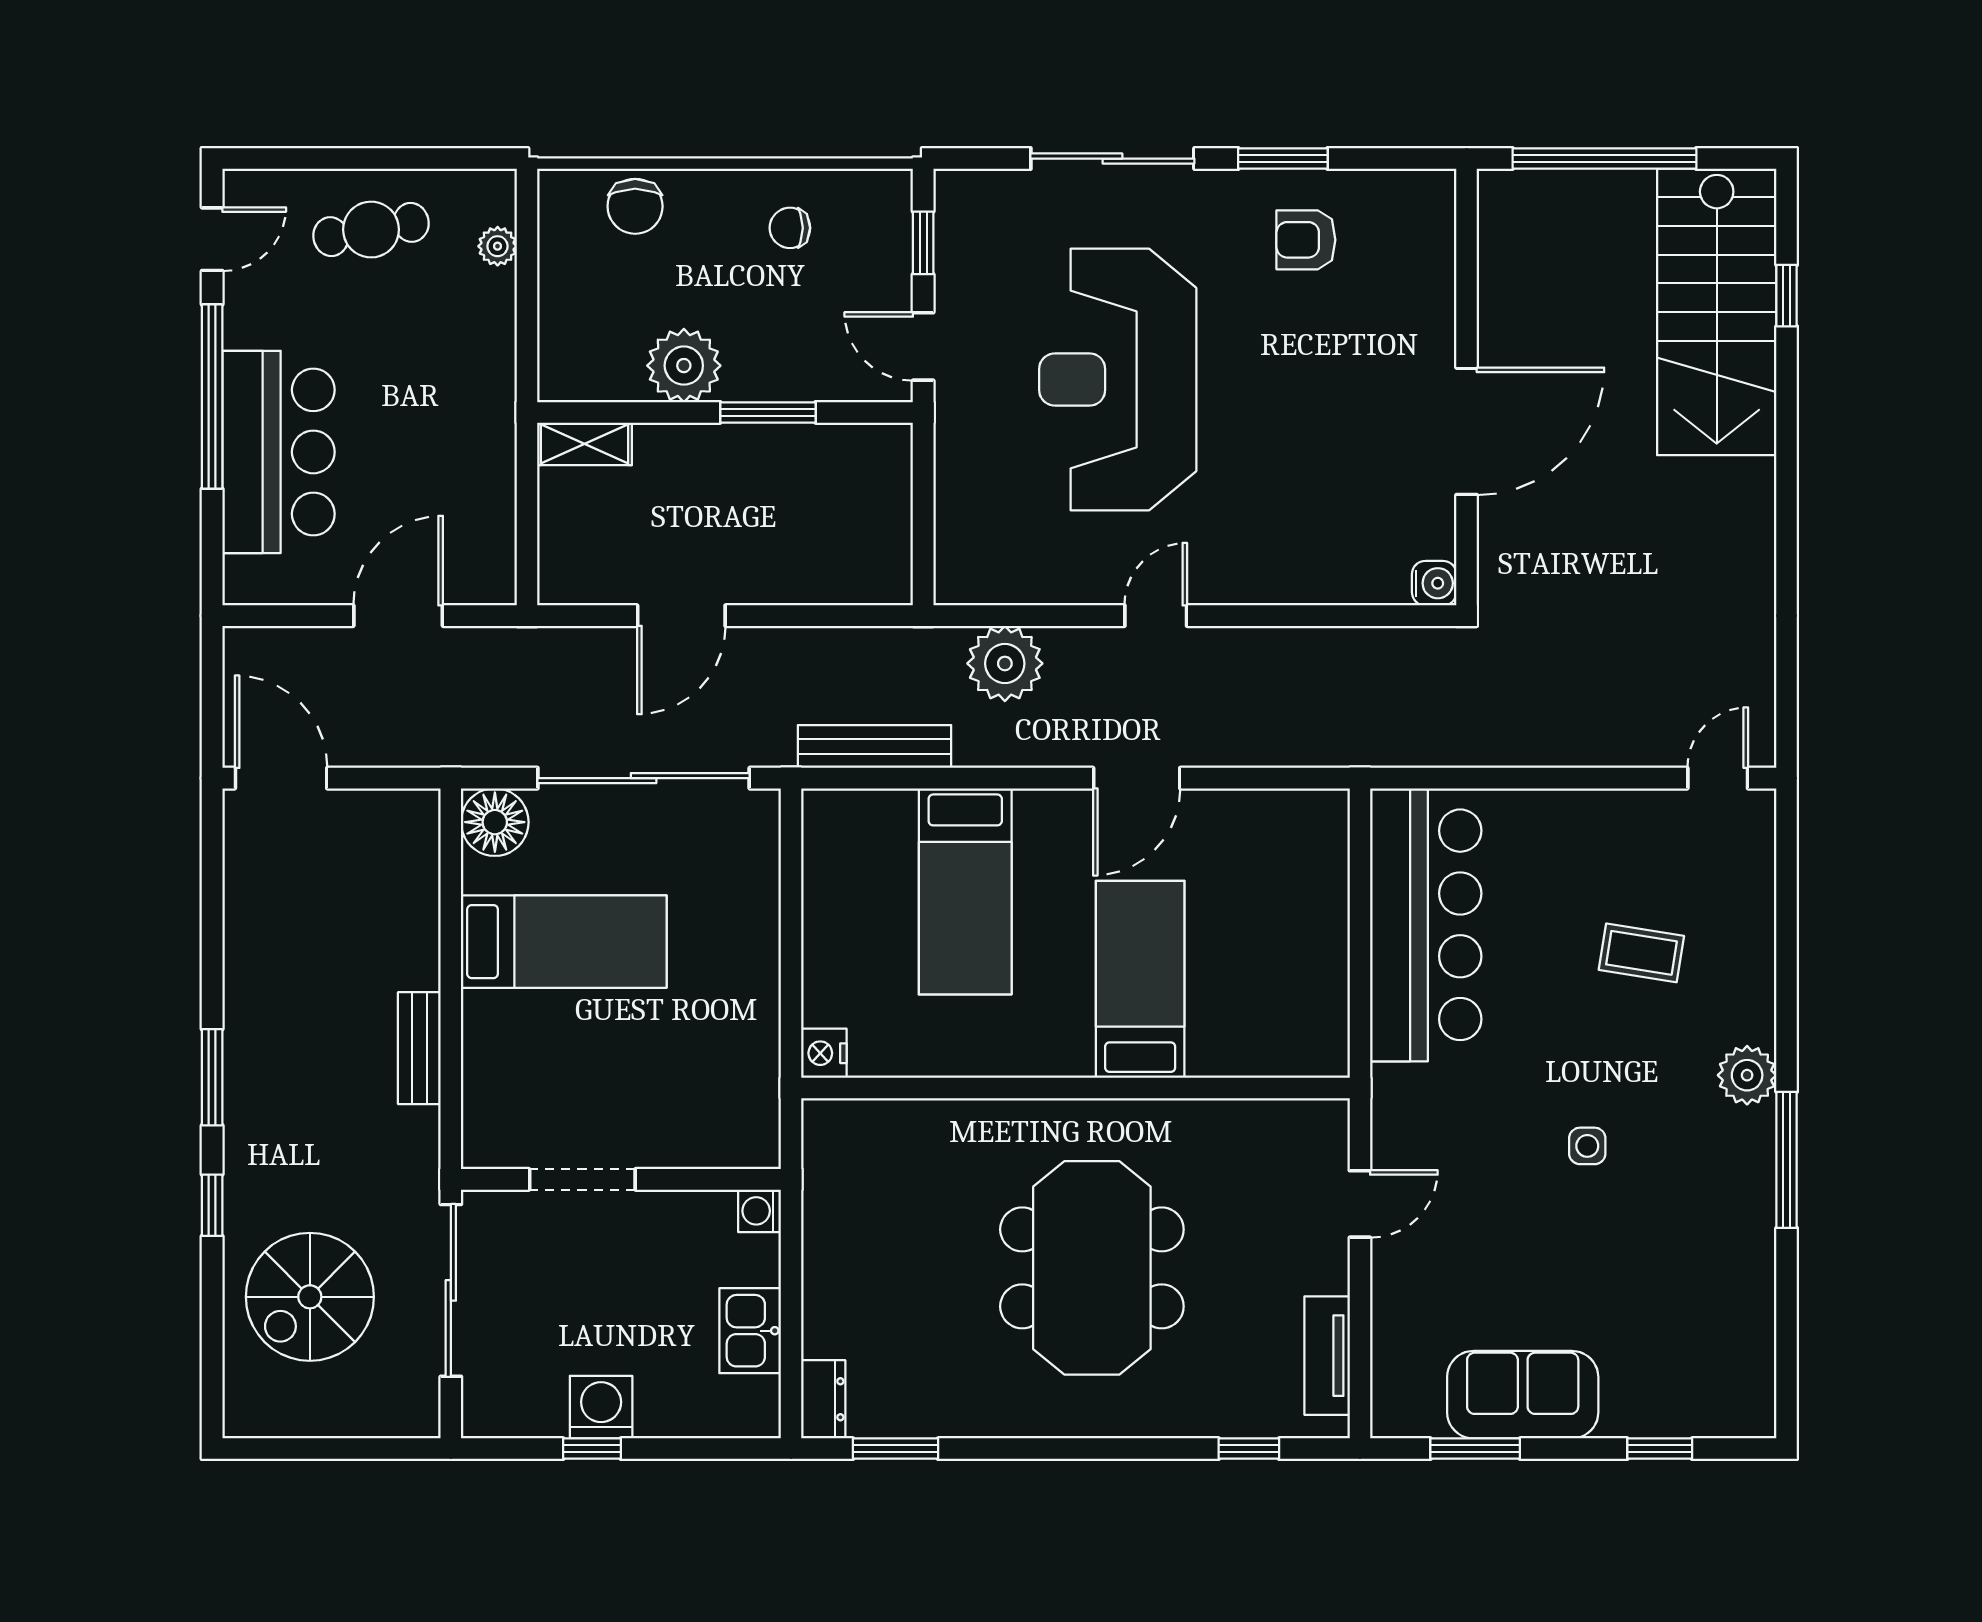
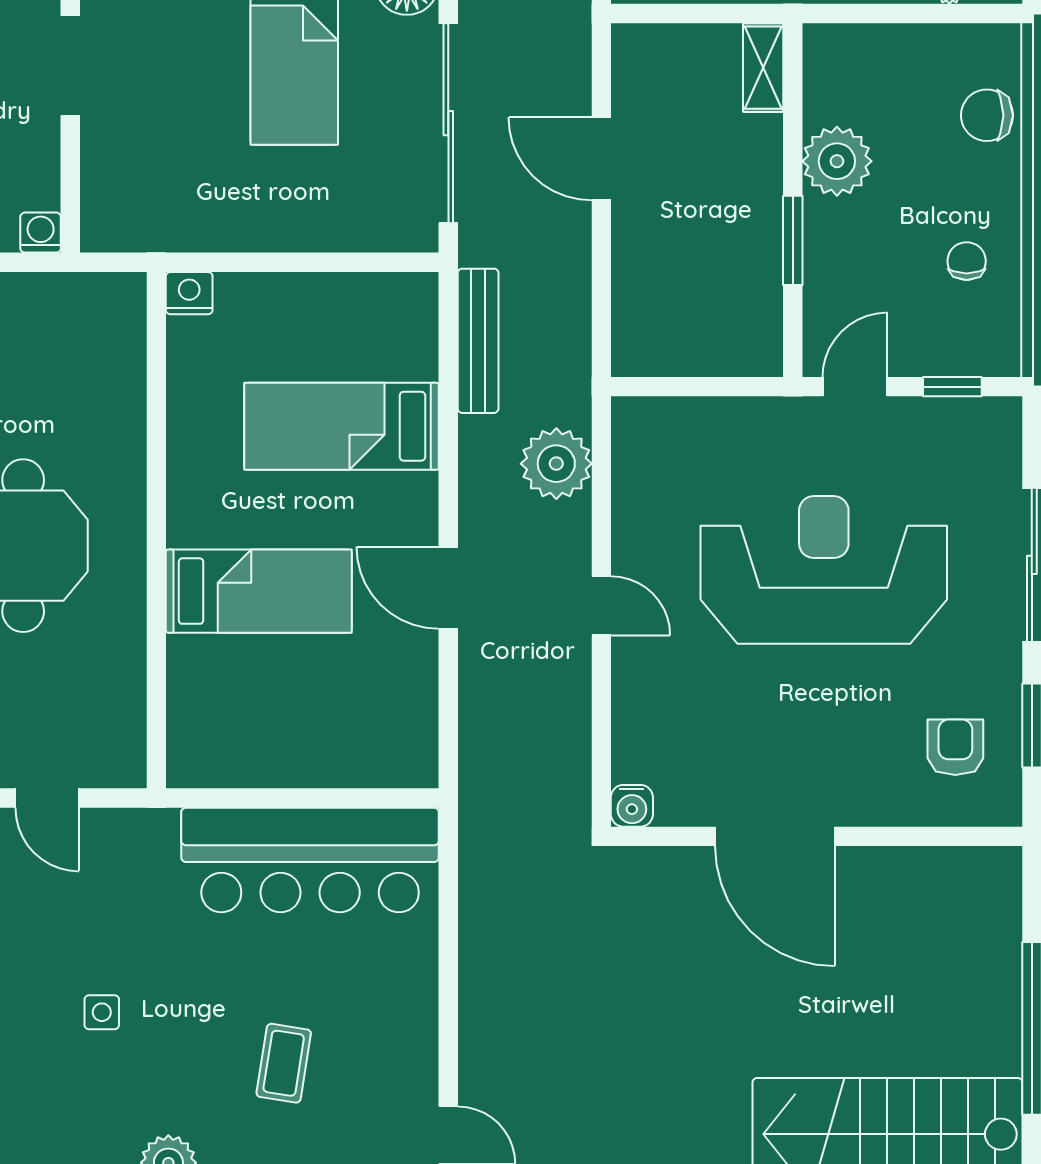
wall: (1467, 387) -> (817, 836), moved
door: (1467, 431) -> (775, 836), moved
water cooler: (1434, 583) -> (632, 806), moved

